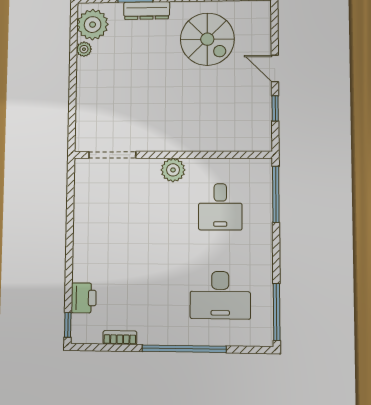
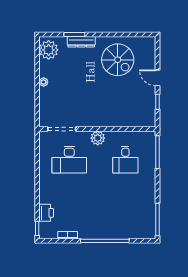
plant: (84, 49) -> (44, 82), moved
desk: (220, 295) -> (69, 160), moved

